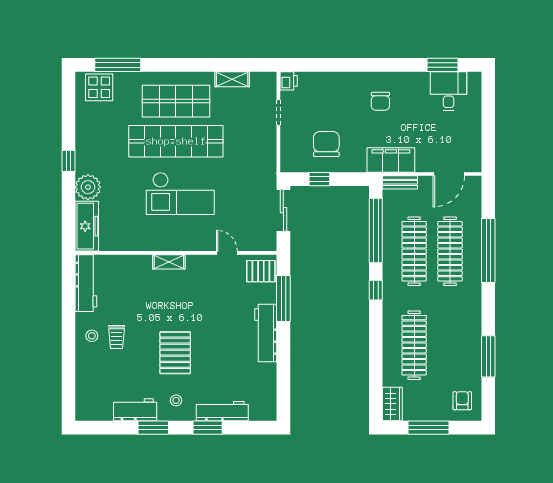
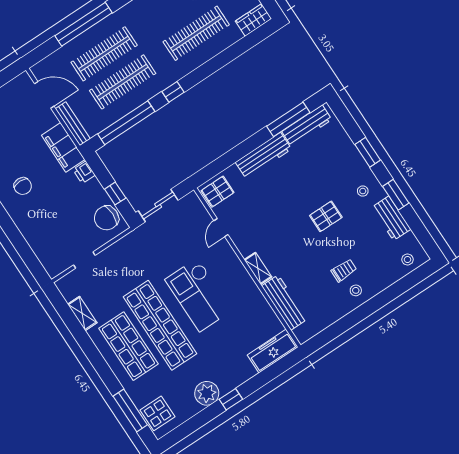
printer: (289, 81) -> (84, 172), moved, turned -90
chair: (380, 101) -> (23, 186), turned 90
chair: (326, 144) -> (106, 218), moved
bench: (400, 182) -> (73, 124), width x1.36
plant: (88, 187) -> (207, 393), moved
checkout: (180, 193) -> (199, 295), turned 180
pallet: (261, 271) -> (218, 192), turned 90
workbench: (86, 283) -> (284, 303), moved, turned 90
window: (283, 298) -> (288, 119), moved
pallet: (175, 353) -> (326, 216), width x0.67, depth x0.71
stool: (89, 400) -> (407, 260), added
workbench: (222, 411) -> (307, 126), moved, turned -90

